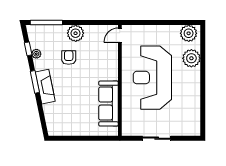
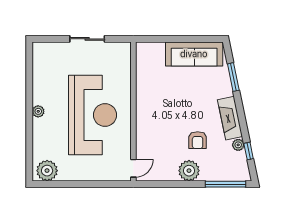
plant: (191, 58) -> (38, 111), moved, width x0.53, depth x0.53
window: (35, 82) -> (233, 77), moved
fireplace: (45, 87) -> (230, 118), moved
sofa: (108, 104) -> (194, 54), moved, turned 90

